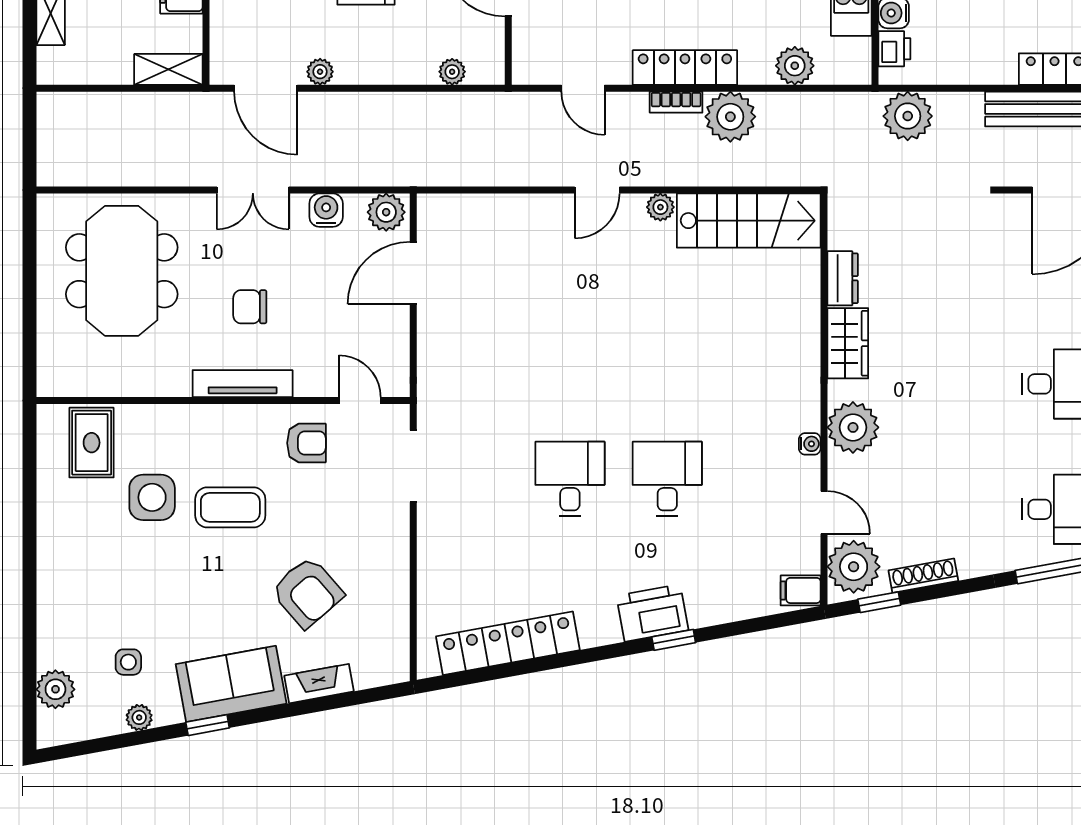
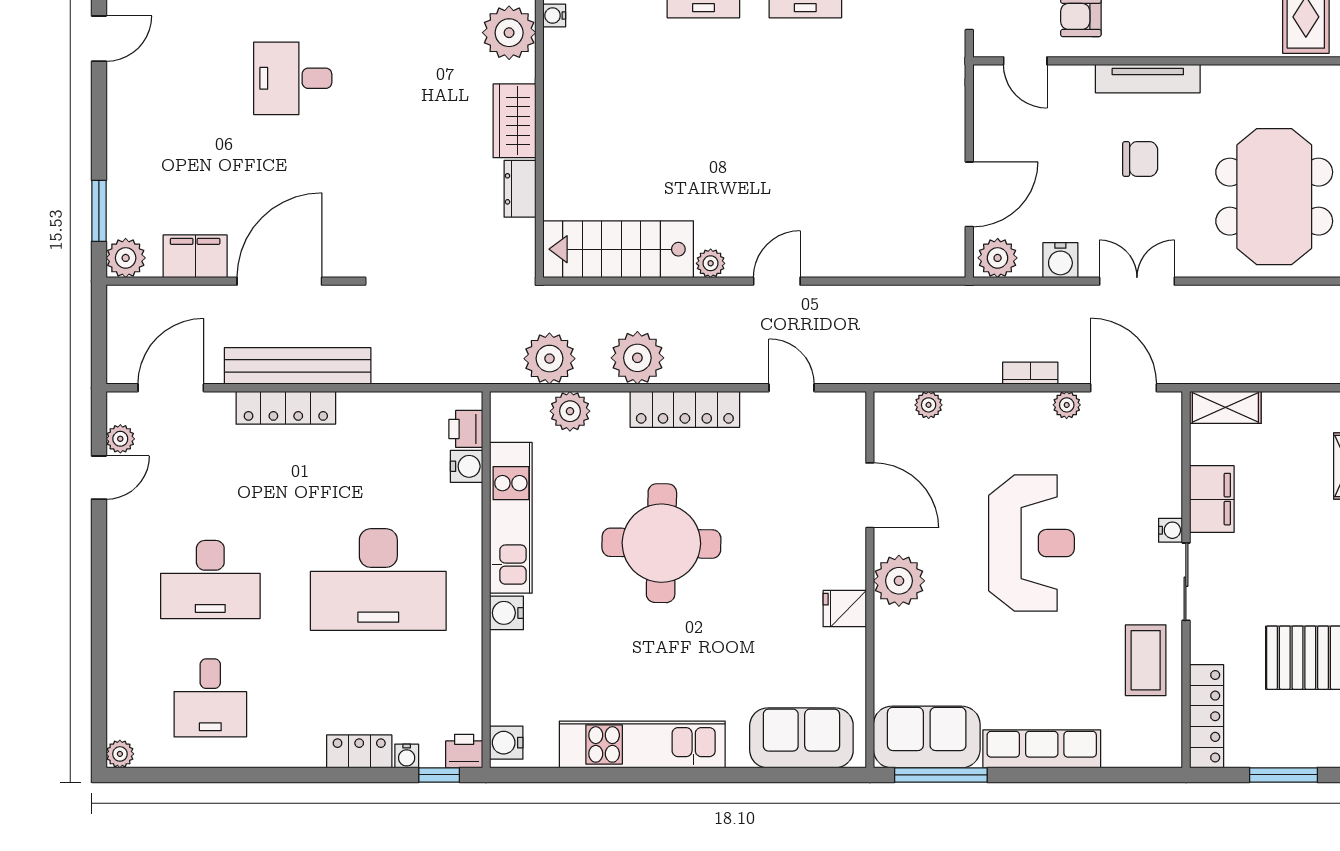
bookcase: (676, 102) -> (1030, 373), moved
plant: (908, 116) -> (549, 359), moved

